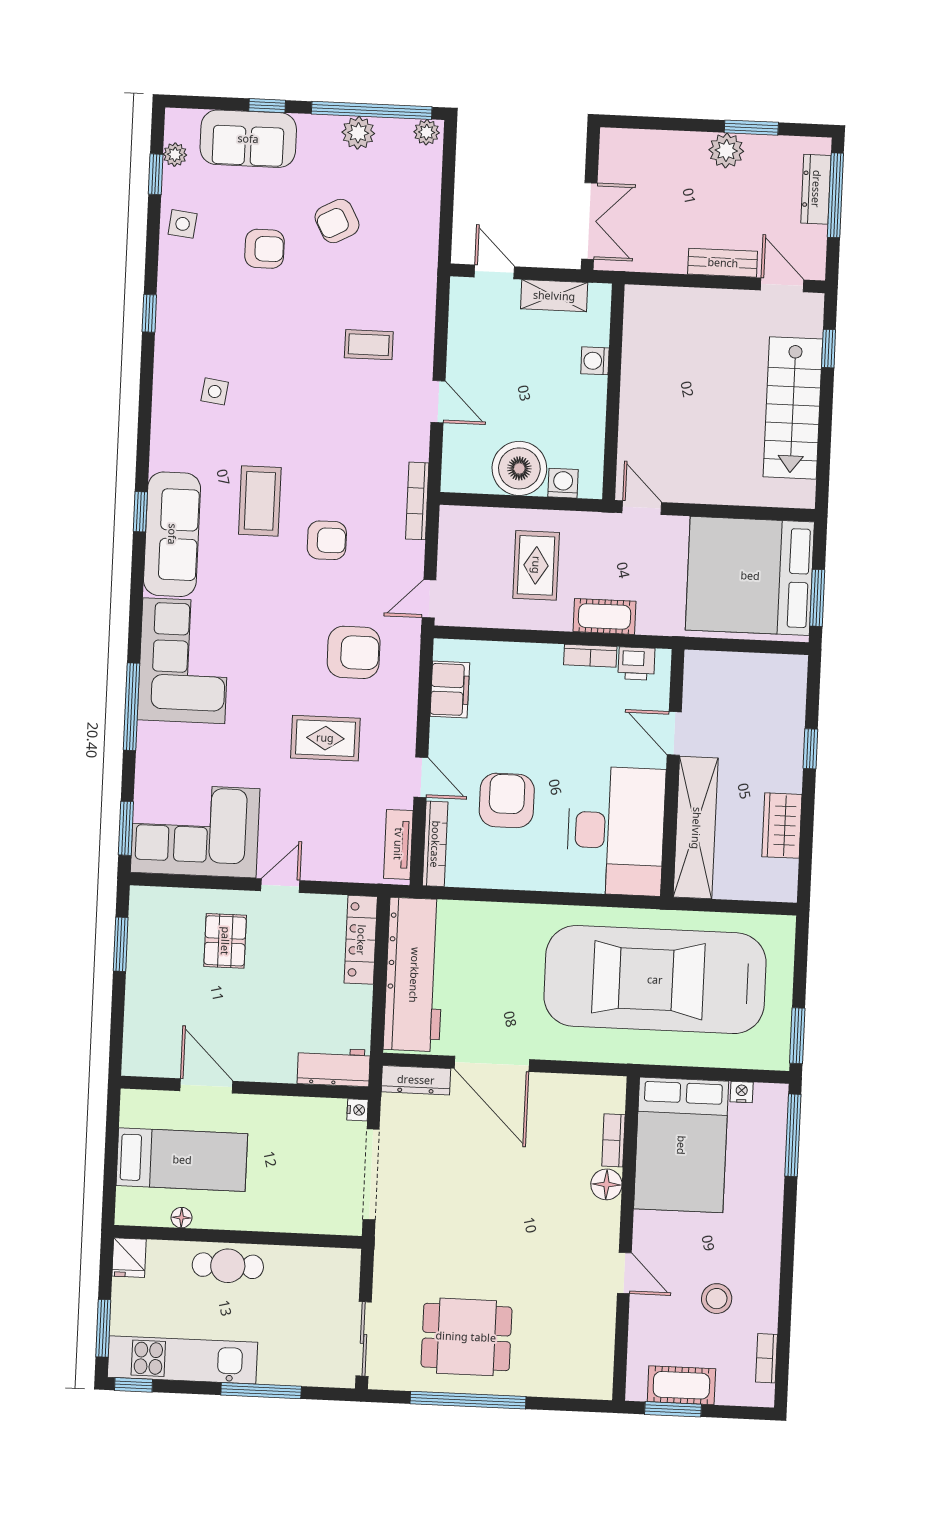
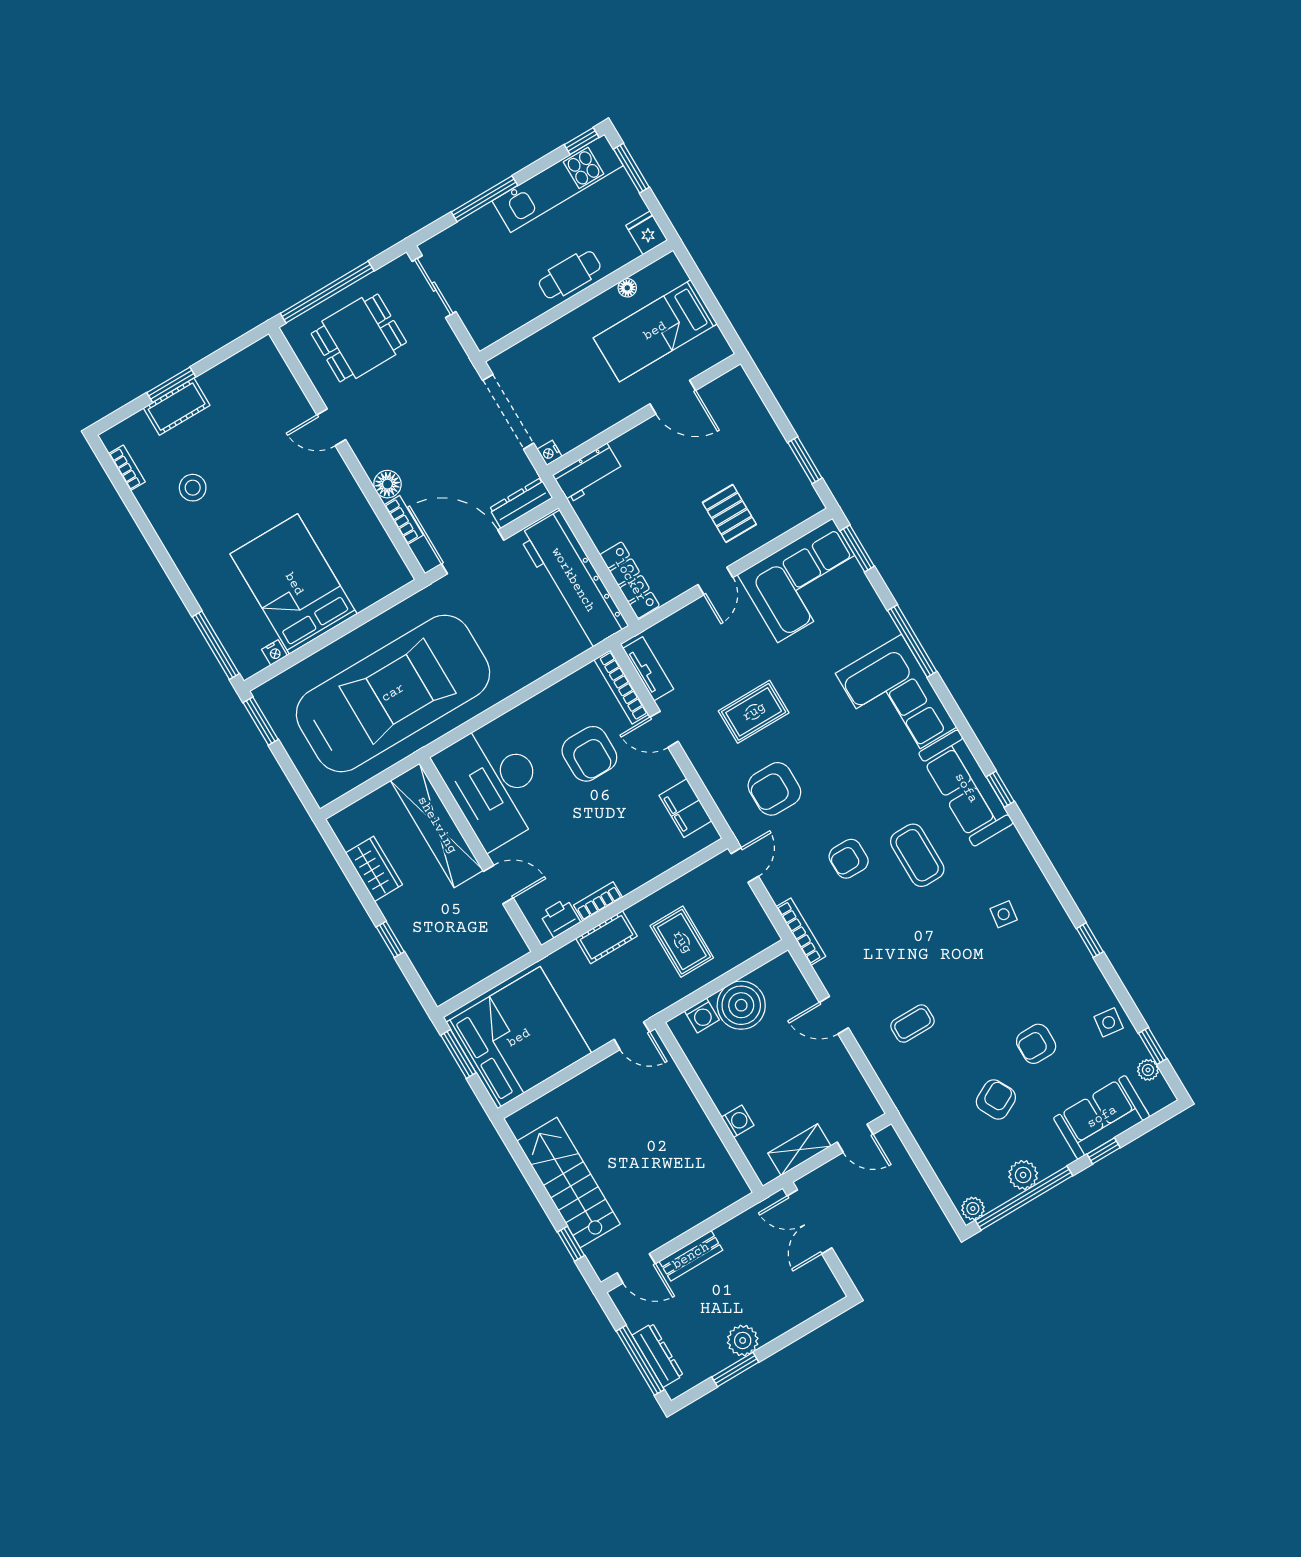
bookcase: (613, 1140) -> (404, 520), moved
floor lamp: (606, 1184) -> (387, 484), moved
wall: (626, 1239) -> (347, 454), moved
door: (624, 1273) -> (331, 427), moved

